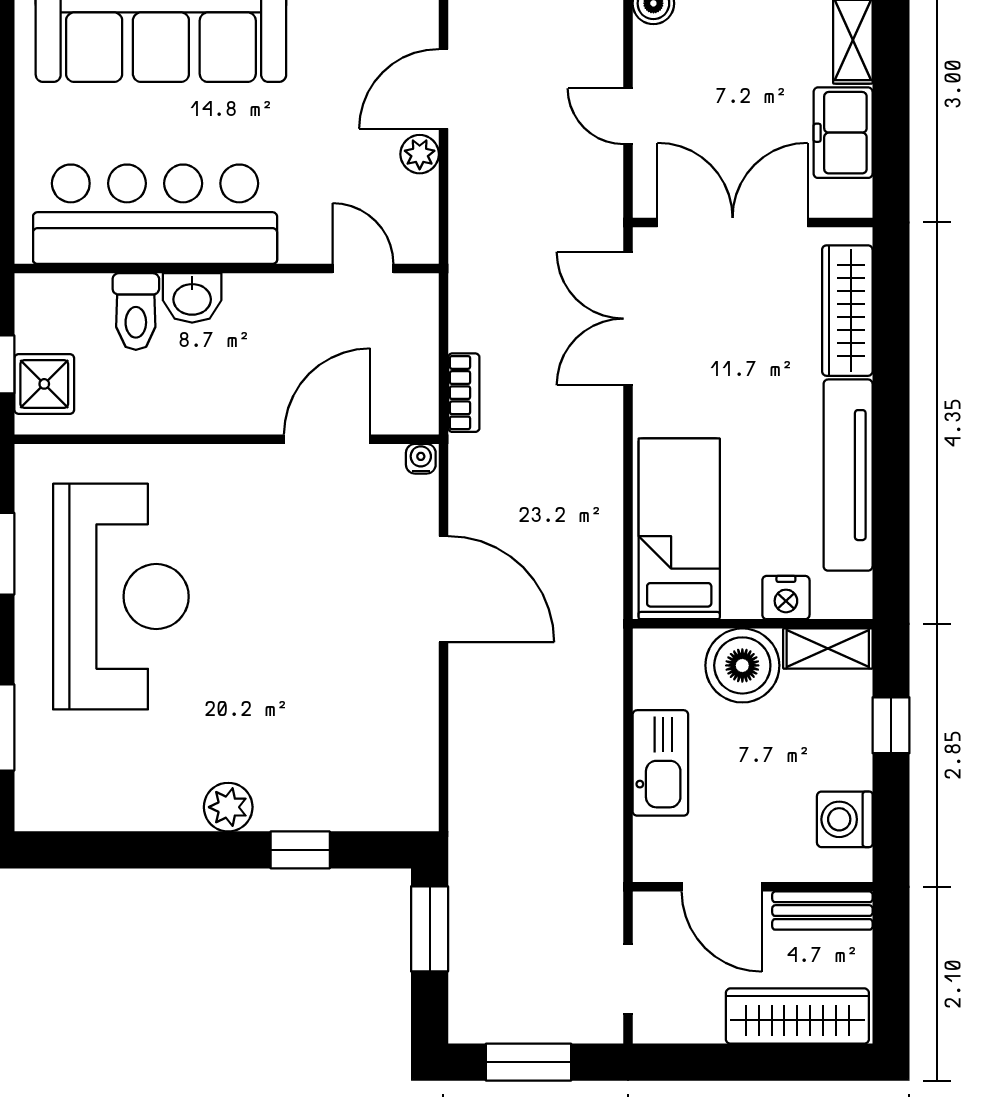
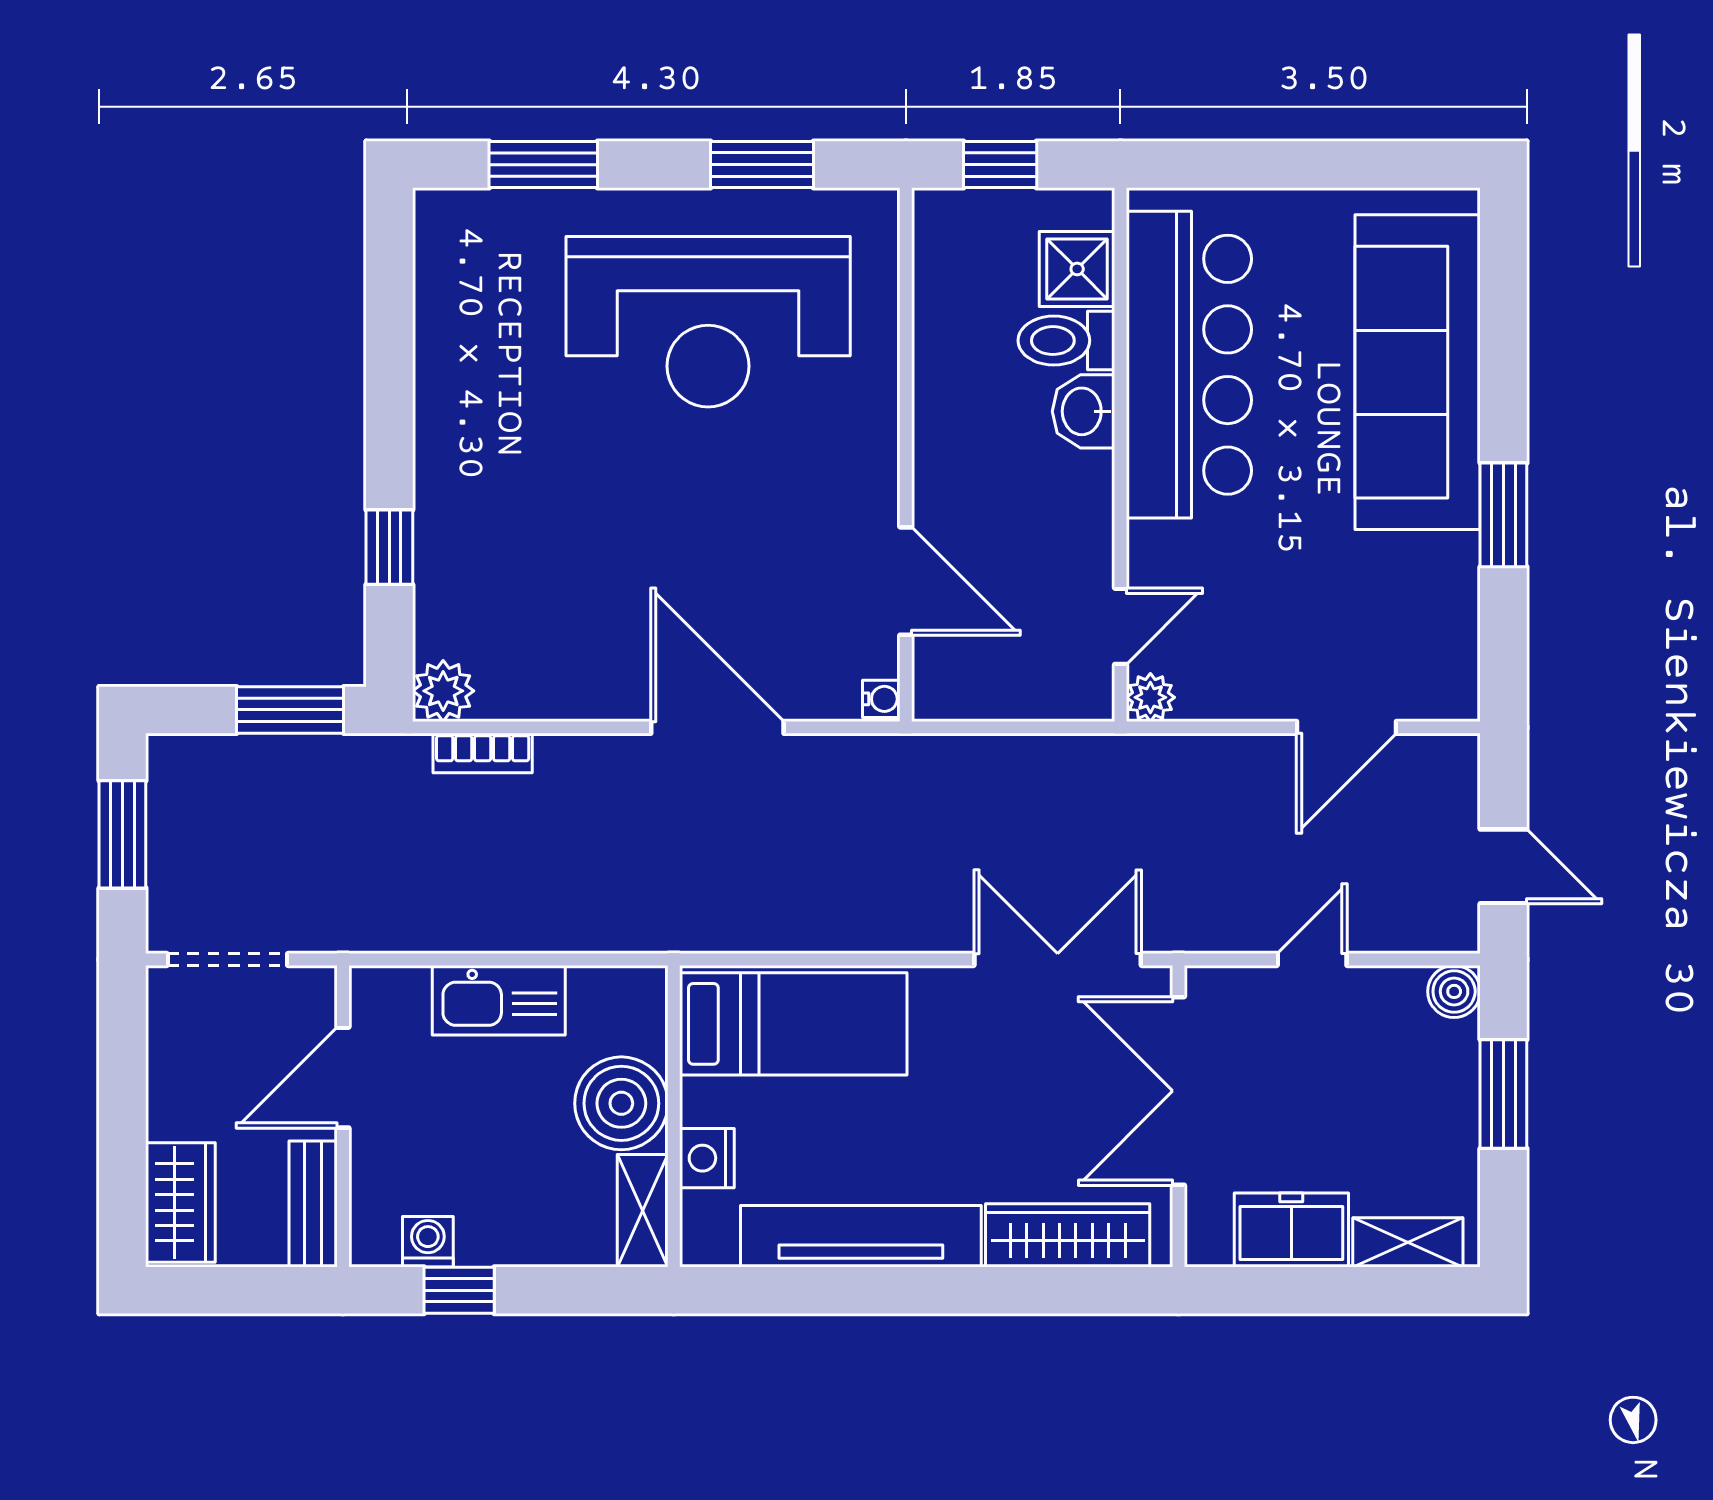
door: (443, 89) -> (1347, 727), swing flipped
plant: (420, 154) -> (1150, 697), moved
double door: (733, 222) -> (1179, 1091), swing flipped
shower: (44, 384) -> (1077, 269), moved
bookcase: (464, 393) -> (483, 753), moved
door: (443, 589) -> (717, 727), swing flipped
window: (891, 725) -> (459, 1290), moved
plant: (228, 807) -> (443, 691), moved
washing machine: (845, 819) -> (428, 1242), width x0.73, depth x0.73
doorway: (628, 979) -> (227, 959), width x1.38
wardrobe: (797, 1016) -> (180, 1202), width x0.67

